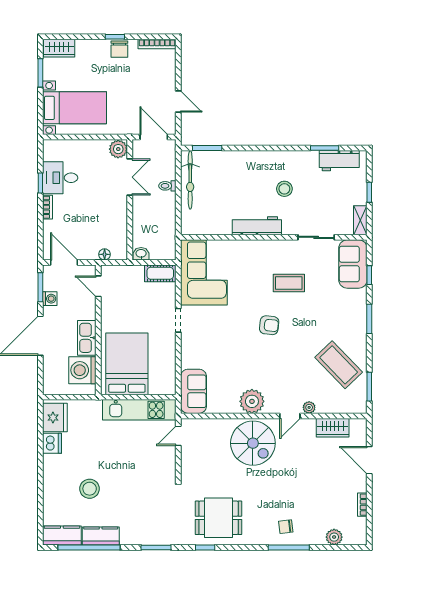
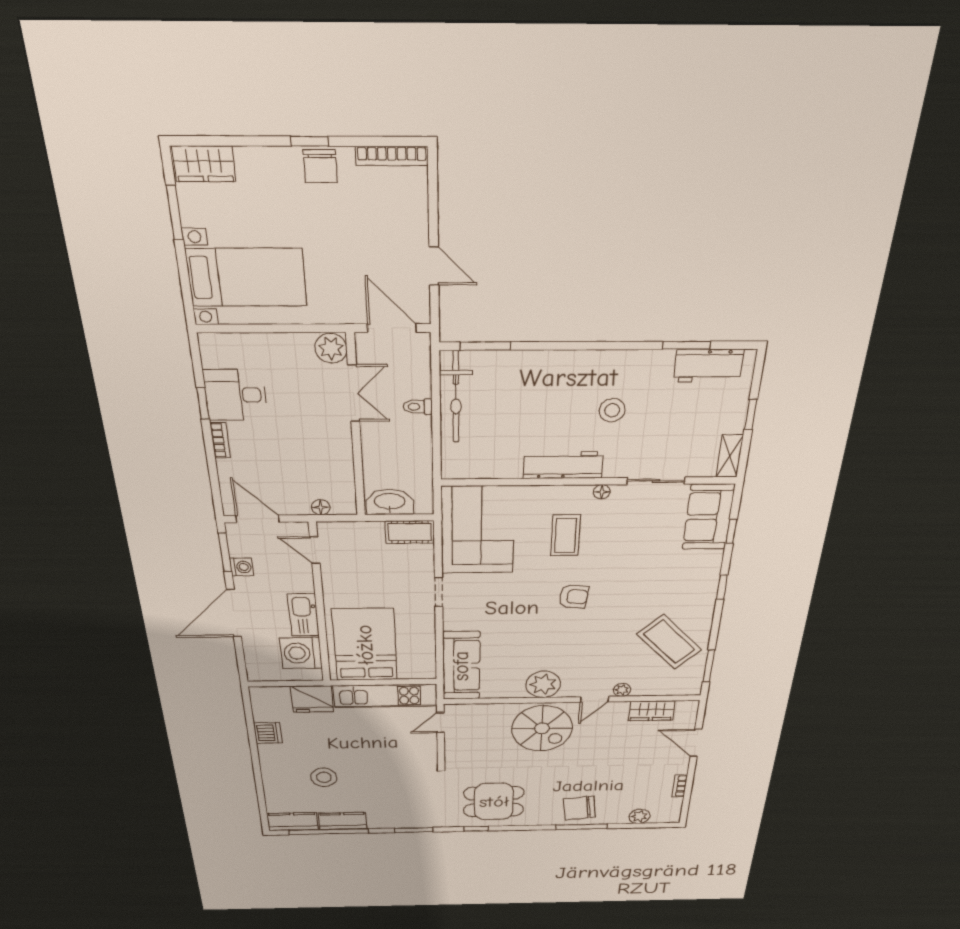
floor lamp: (282, 245) -> (602, 492), added
washbasin: (141, 254) -> (390, 502), width x1.91, depth x1.45
coffee table: (289, 283) -> (565, 535), moved, turned 90
window: (369, 319) -> (722, 587), width x0.67
sofa: (193, 391) -> (461, 666), width x1.36
fridge: (55, 418) -> (312, 699), moved, turned 90
chair: (286, 527) -> (579, 808), width x1.87, depth x1.87

